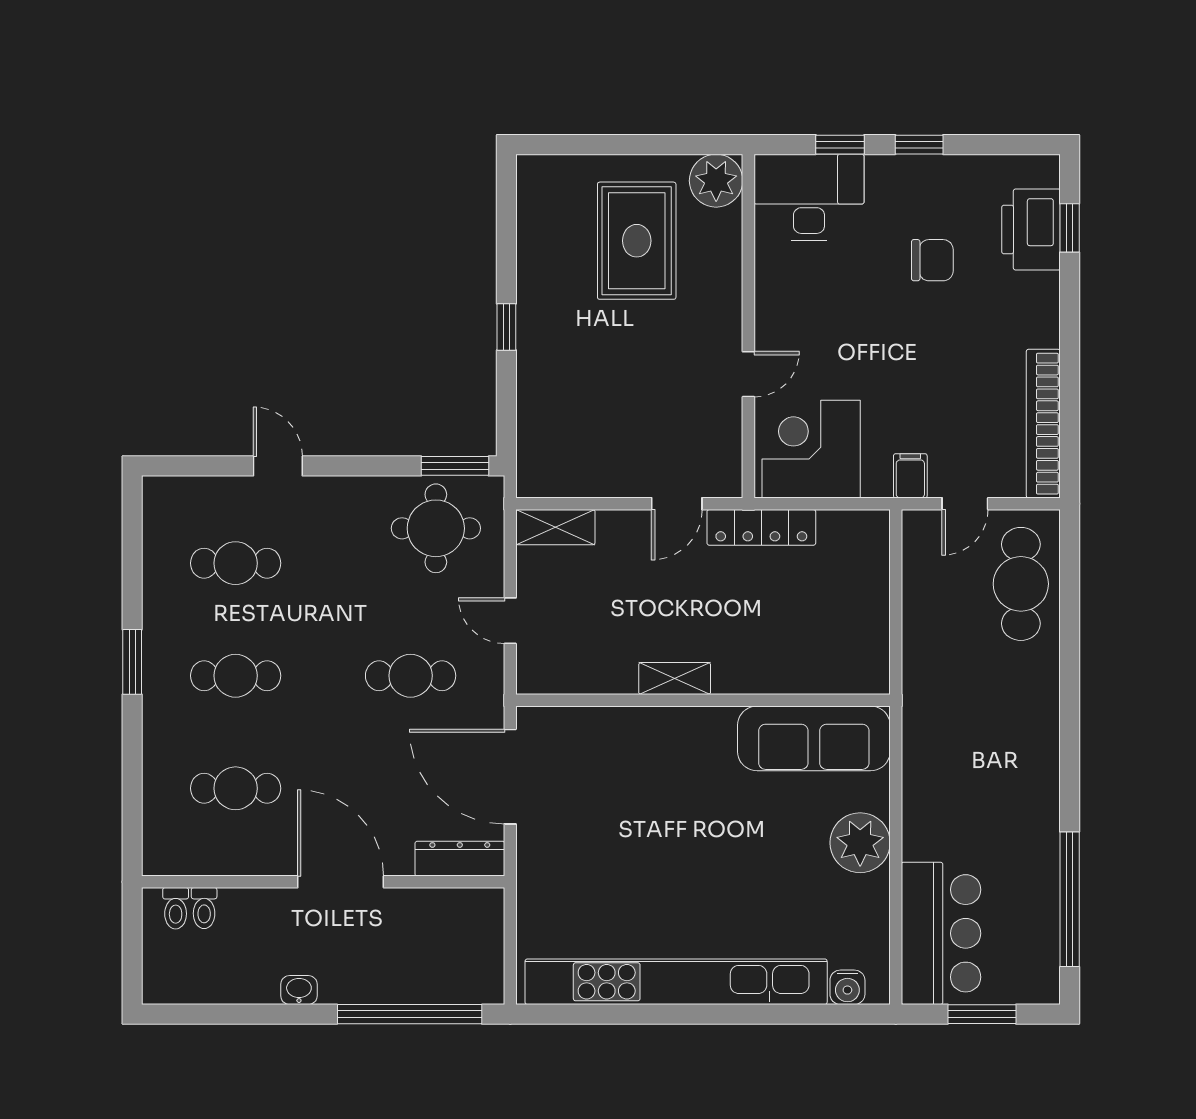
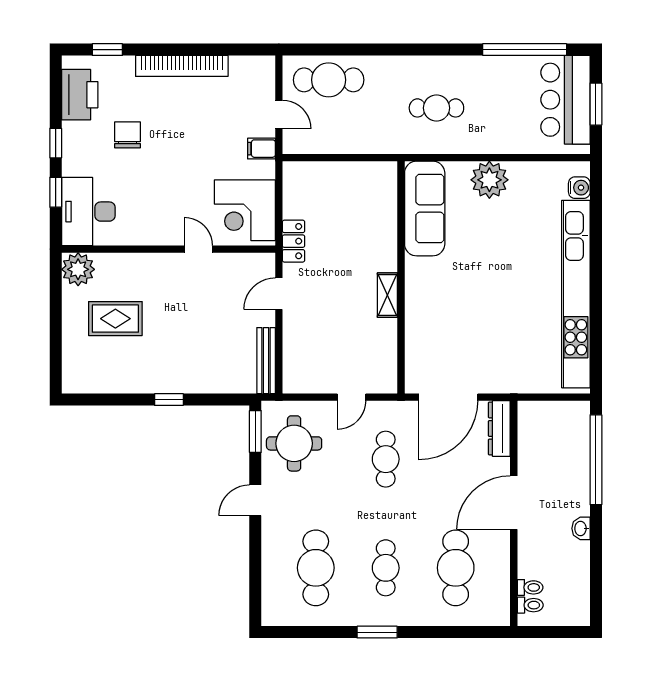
printer: (1031, 229) -> (80, 95), moved, turned -90
rug: (637, 241) -> (115, 319), width x0.73, depth x0.70
bookcase: (1043, 424) -> (182, 66), moved
door: (278, 466) -> (255, 500), moved
bench: (569, 483) -> (266, 361), added
door: (677, 504) -> (279, 294), swing flipped
shelving: (555, 527) -> (293, 369), removed
locker: (761, 527) -> (294, 241), width x0.66
cafe table: (236, 563) -> (316, 568), width x1.37, depth x1.35
cafe table: (976, 757) -> (436, 108), added
cafe table: (236, 788) -> (456, 568), width x1.37, depth x1.35
bar counter: (941, 933) -> (565, 100), moved, turned -90

